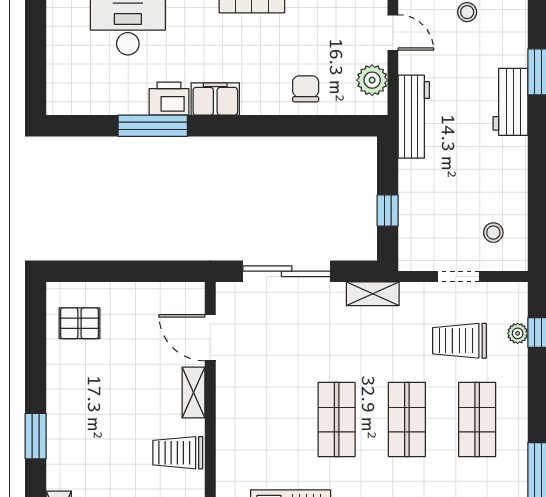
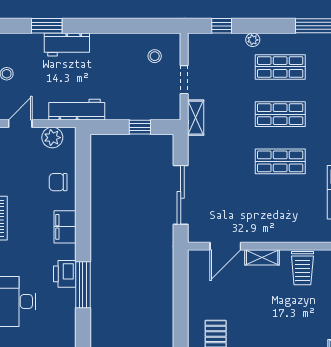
filing cabinet: (215, 99) -> (65, 227), moved
shelving: (373, 294) -> (196, 118), moved
plant: (518, 333) -> (253, 40), moved
trolley: (460, 341) -> (227, 79), removed

